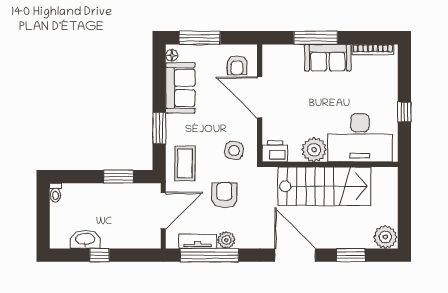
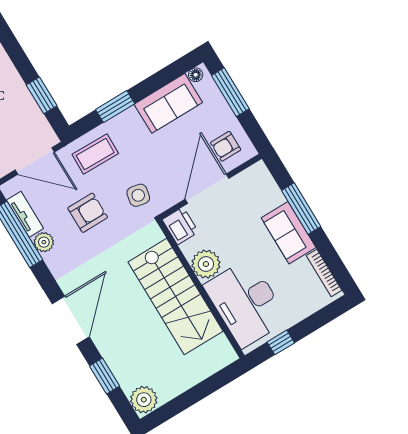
desk: (360, 138) -> (246, 303), moved
plant: (314, 150) -> (206, 264), moved
printer: (275, 151) -> (180, 226), moved
wall: (330, 164) -> (201, 289), moved
stairs: (324, 186) -> (176, 297), moved

